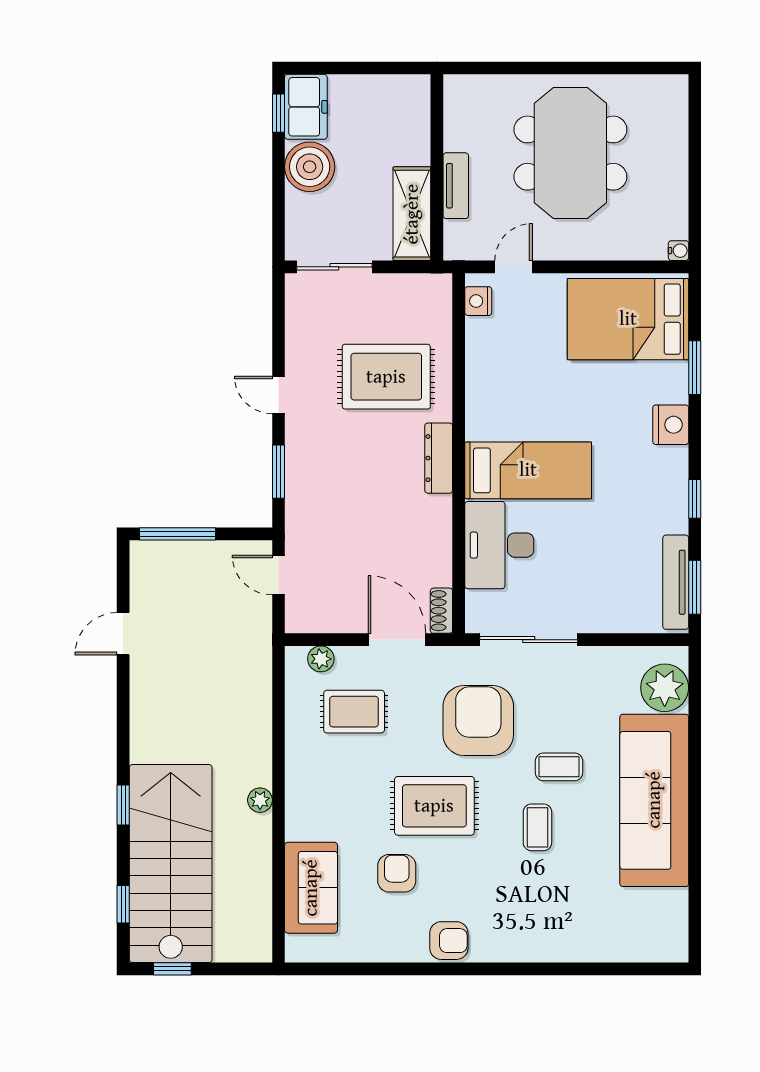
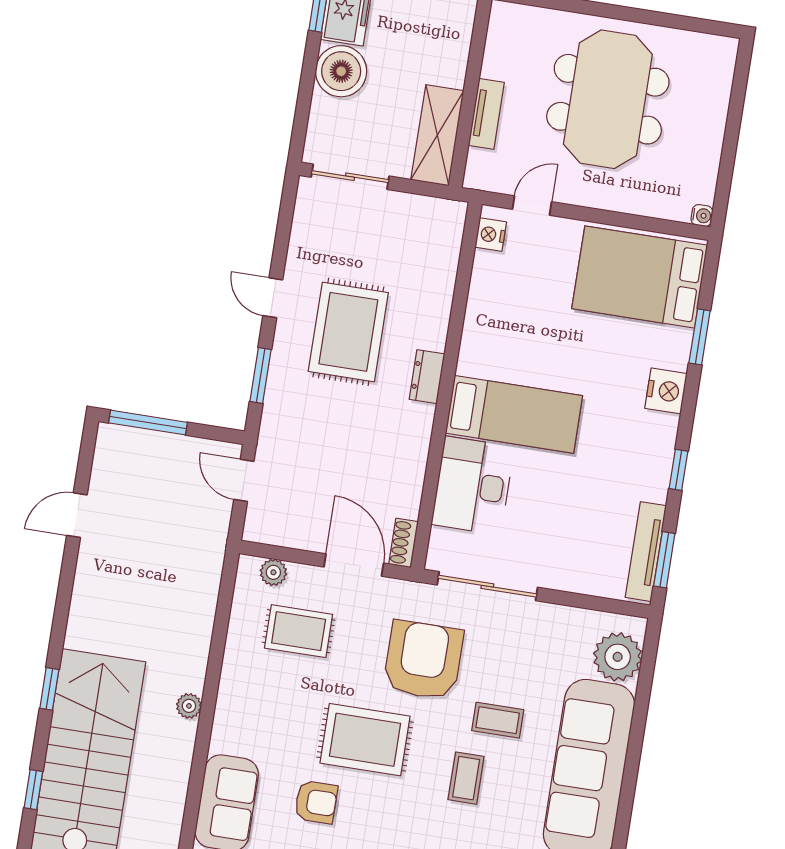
rug: (386, 377) -> (348, 332), moved, turned 90
dresser: (439, 458) -> (427, 377), width x0.70
armchair: (397, 873) -> (316, 802), turned 90

